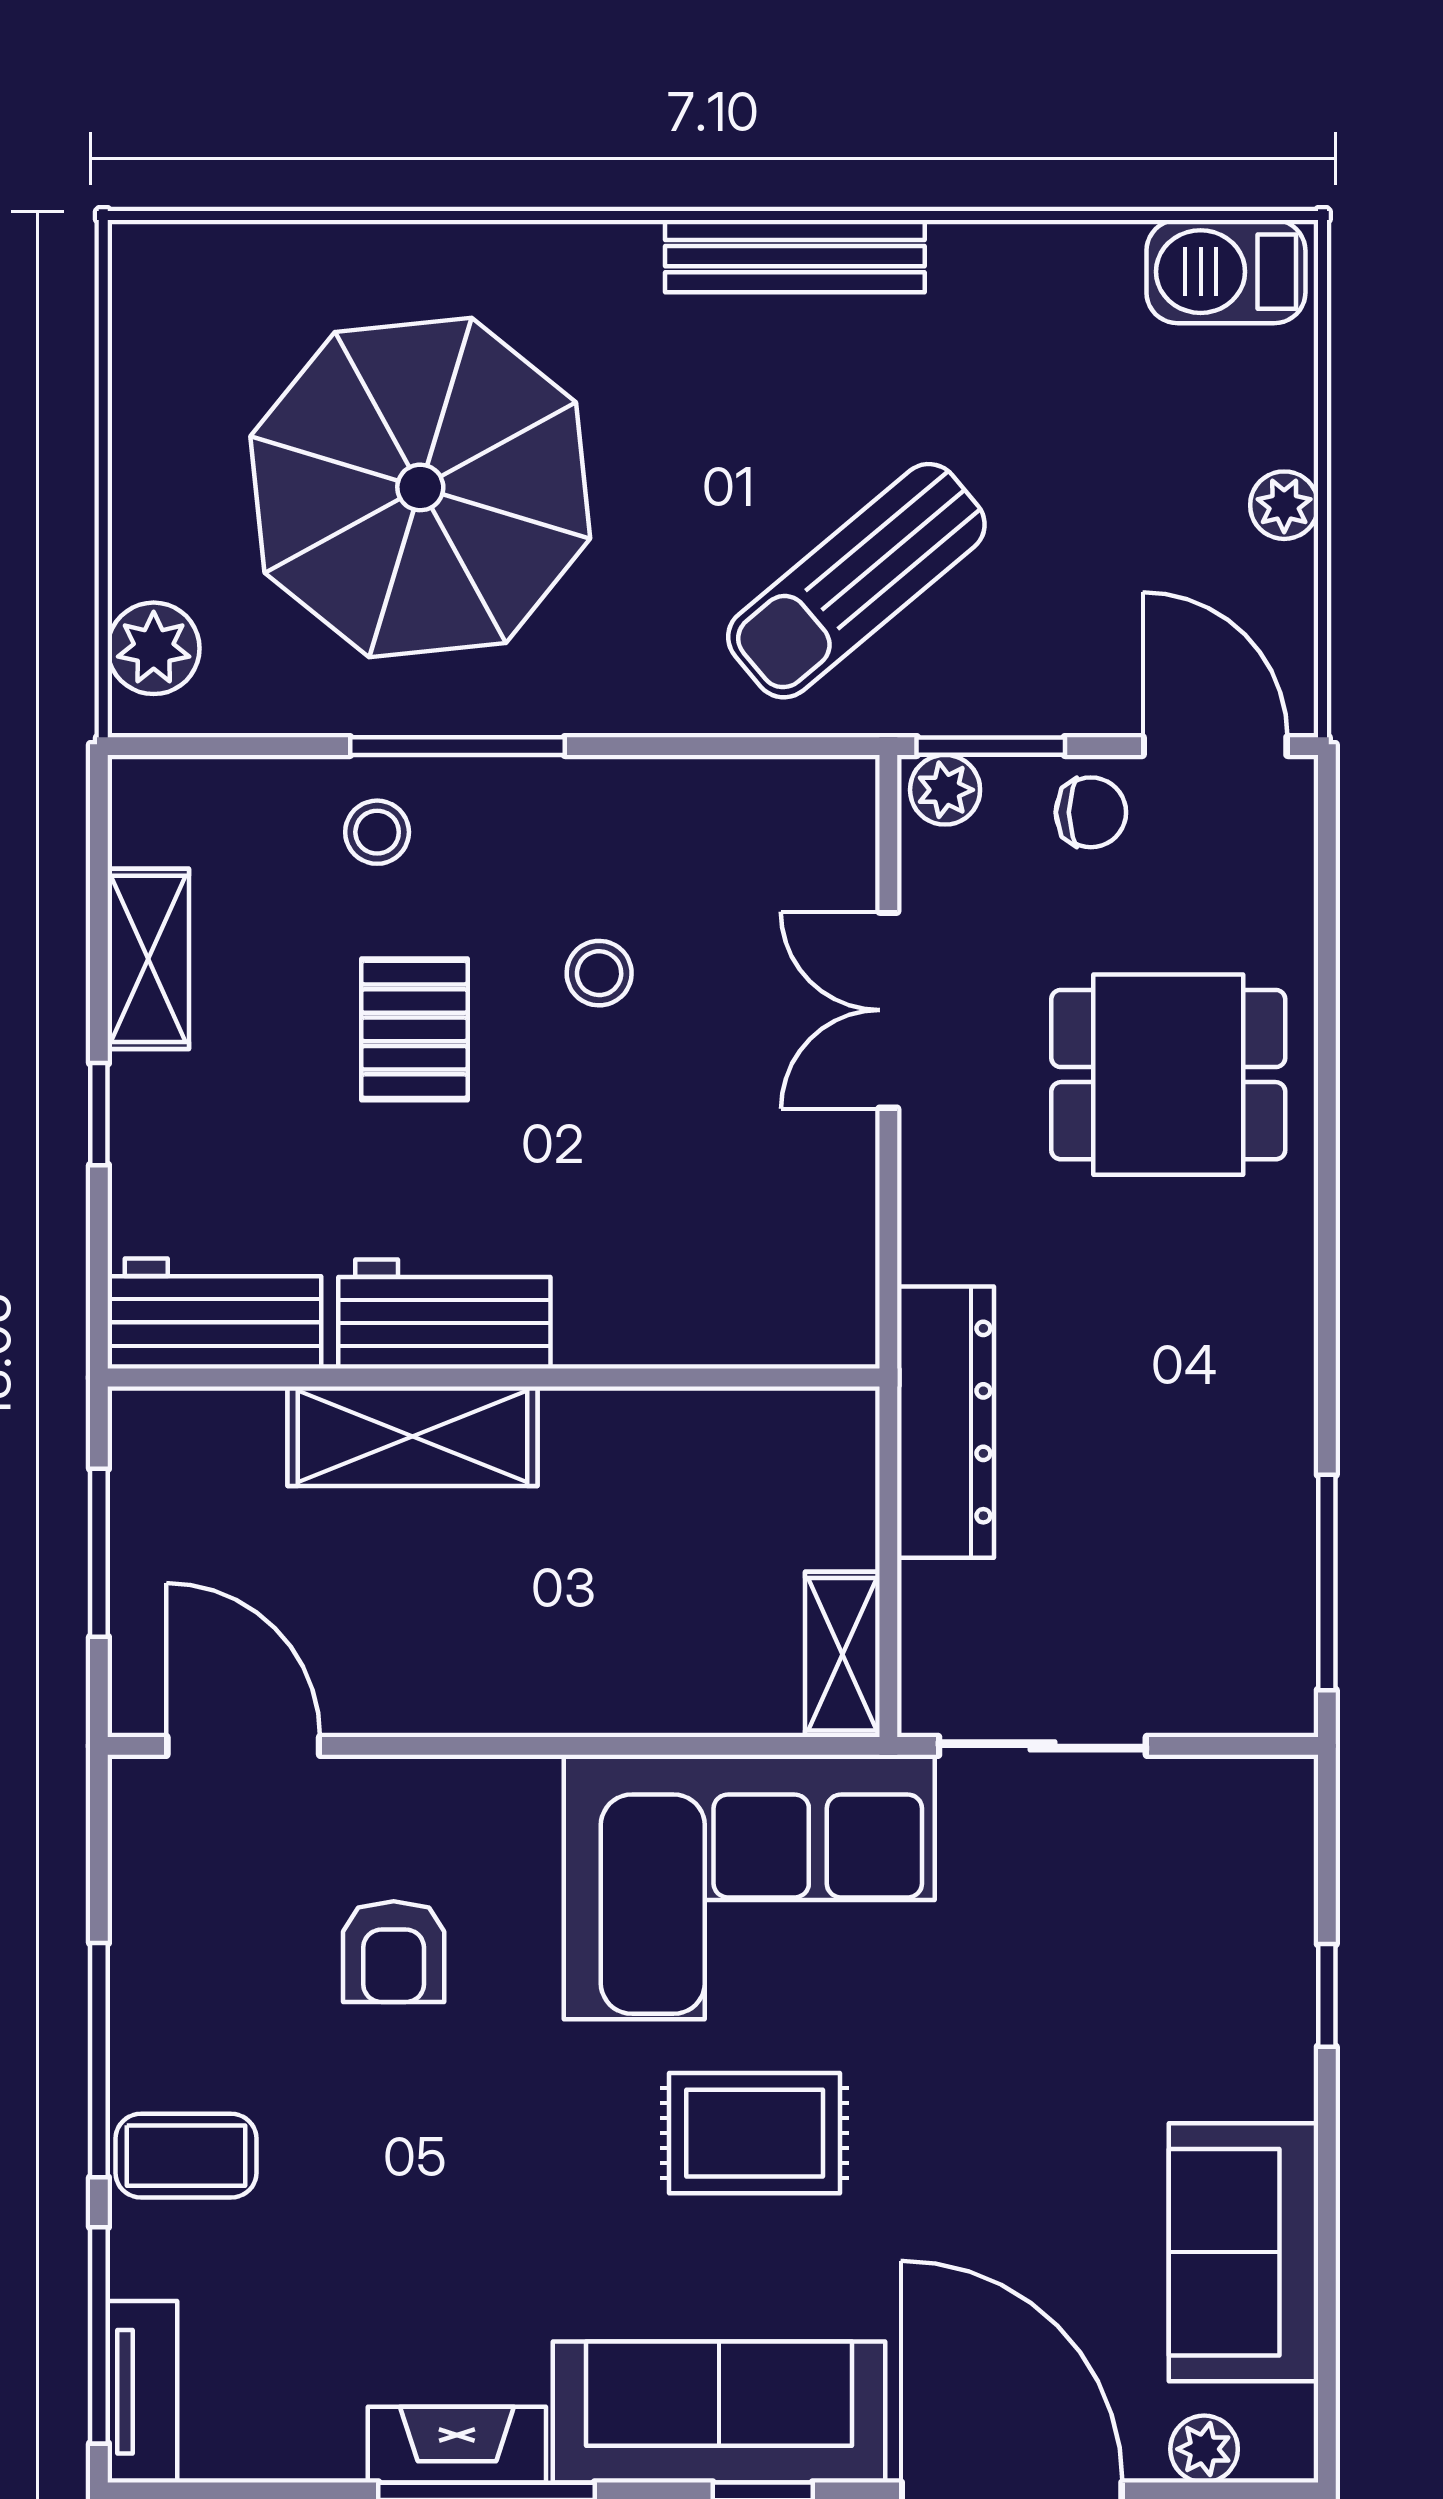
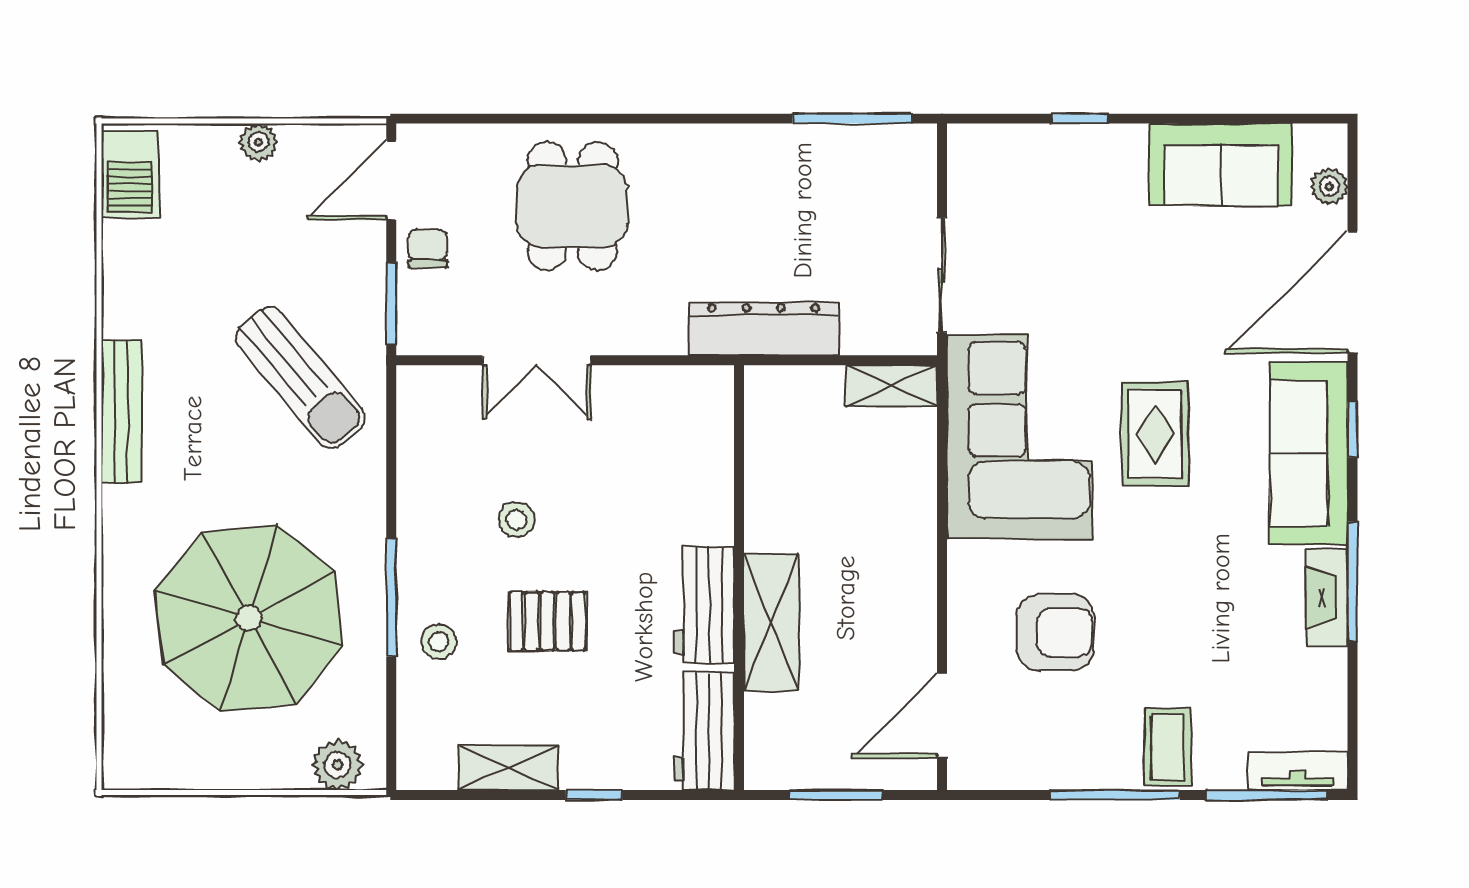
plant: (945, 790) -> (415, 329), removed
armchair: (394, 1952) -> (1055, 633), width x1.38, depth x1.38

